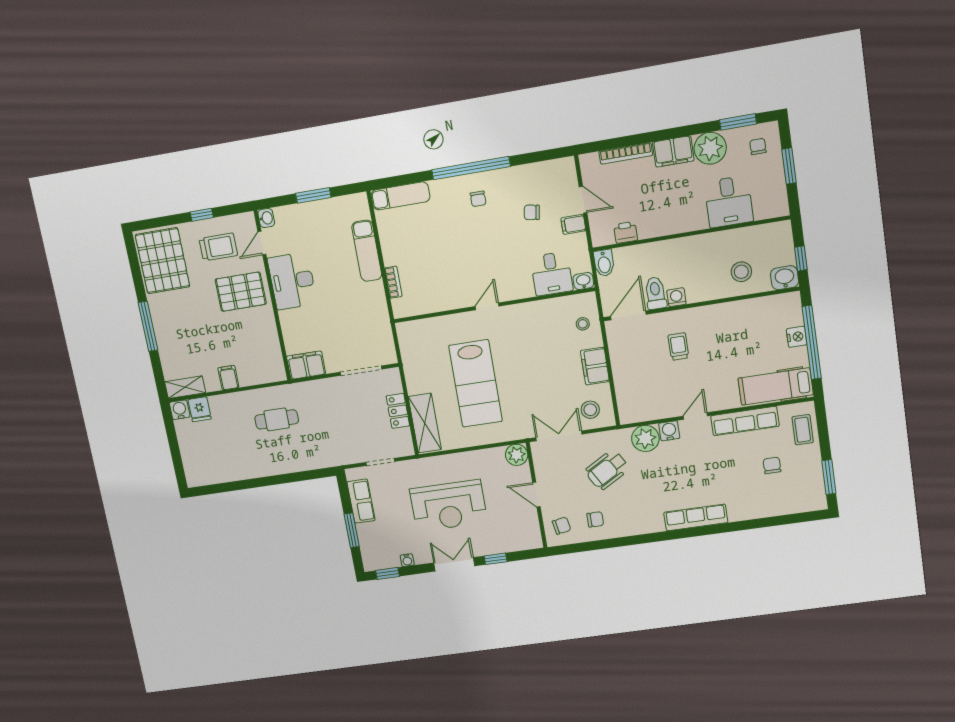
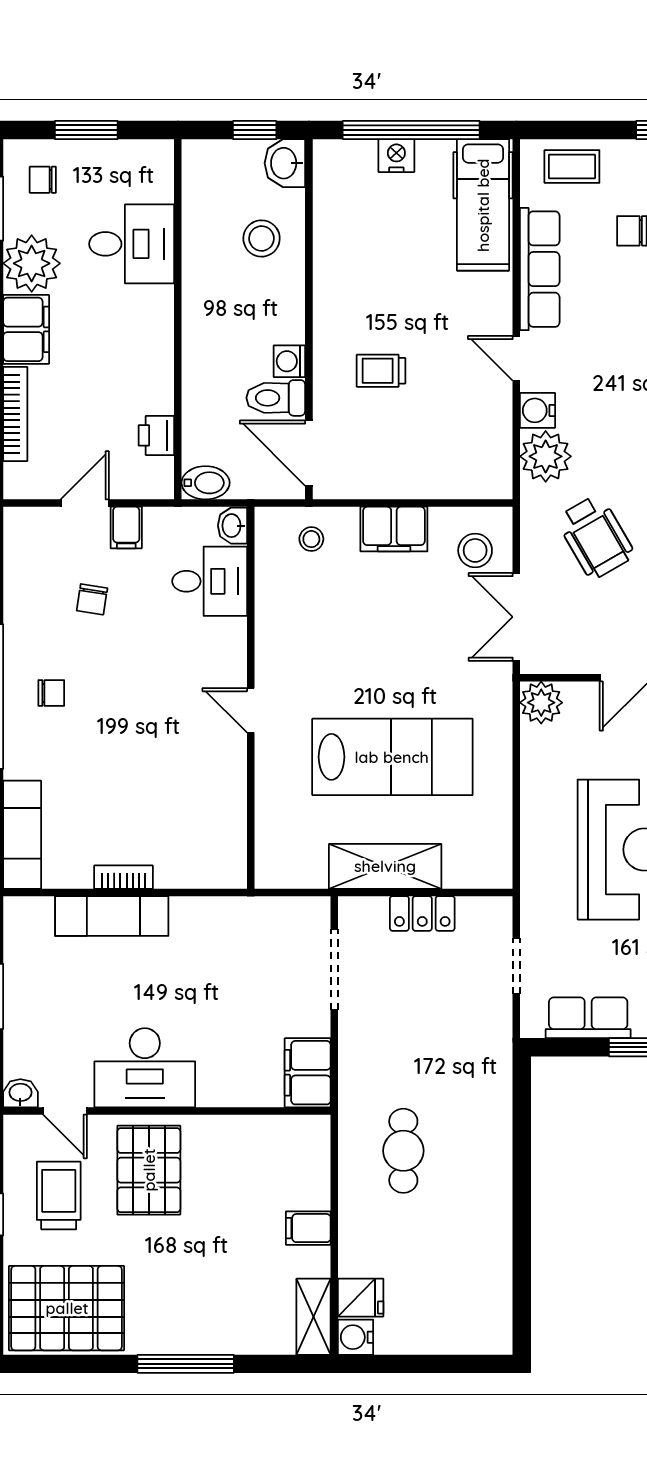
bookcase: (393, 282) -> (124, 877), moved
shelving: (425, 423) -> (385, 866), moved

